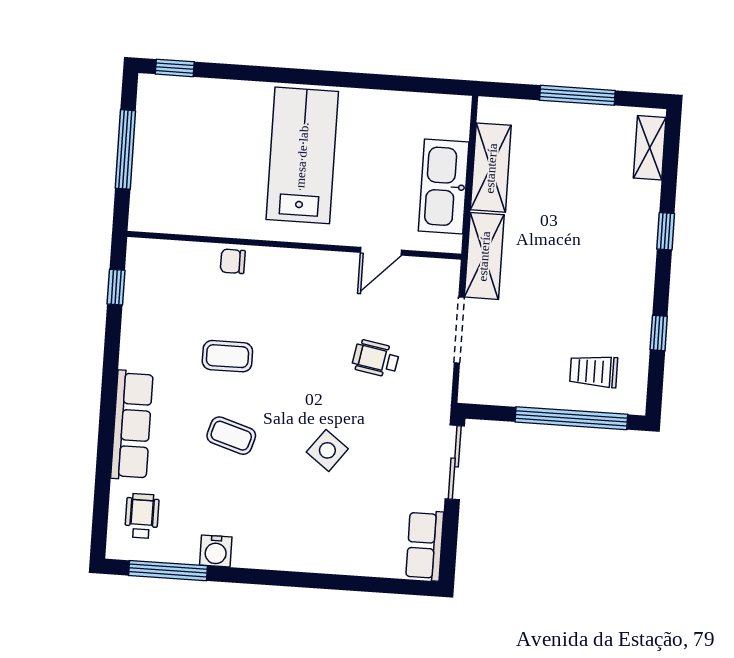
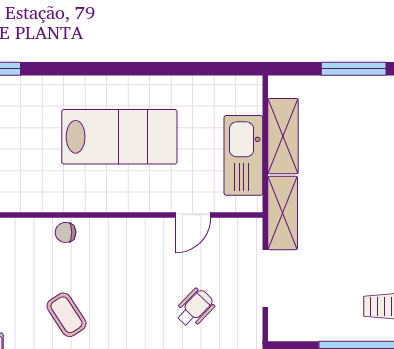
lab bench: (302, 155) -> (119, 137), turned 90
coffee table: (227, 356) -> (66, 315), turned 57
wheelchair: (376, 359) -> (195, 308), turned 124

